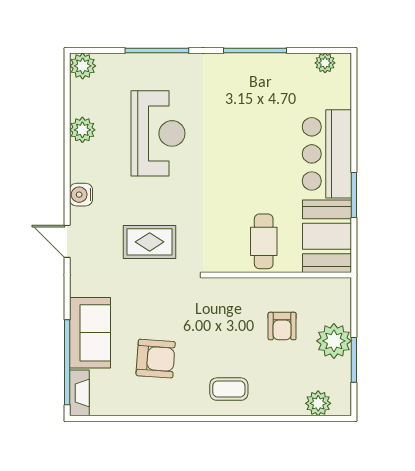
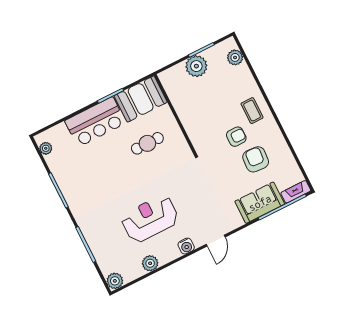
reception desk: (158, 133) -> (150, 219), moved
cafe table: (264, 241) -> (147, 143), moved
rug: (150, 242) -> (193, 195), removed
armchair: (282, 326) -> (236, 137), moved

